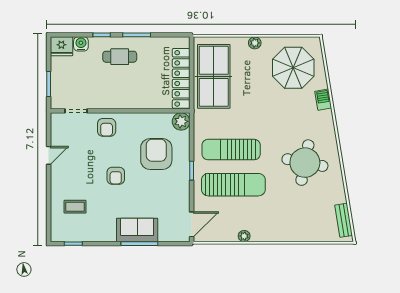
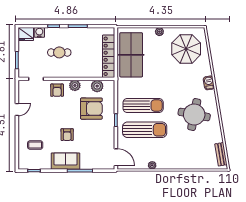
cafe table: (120, 57) -> (59, 52), moved
barbecue: (323, 100) -> (209, 83), moved
plant: (132, 121) -> (75, 85), added
plant: (181, 121) -> (97, 86), moved
sun lounger: (231, 150) -> (143, 106), turned 180
armchair: (156, 154) -> (91, 109), turned 90
armchair: (116, 176) -> (67, 135), moved
door: (192, 224) -> (116, 157), hinge flipped
sofa: (137, 230) -> (66, 161), moved

